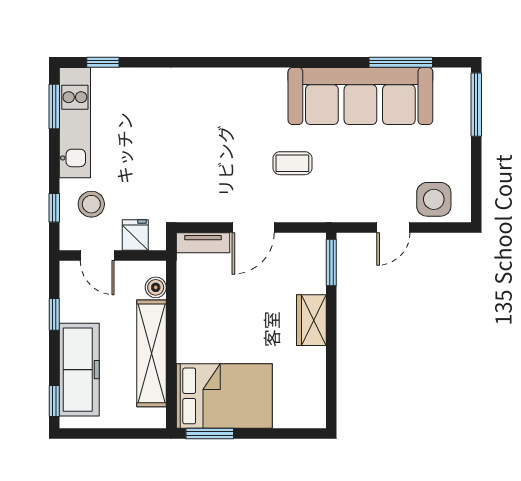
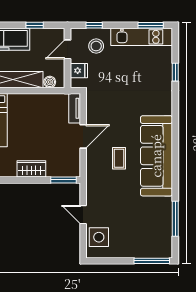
window: (103, 62) -> (175, 72), moved
sofa: (360, 96) -> (156, 156), moved
door: (253, 228) -> (83, 136), swing flipped

